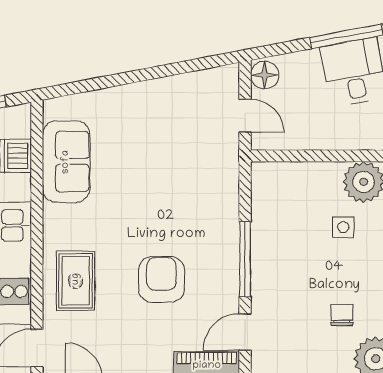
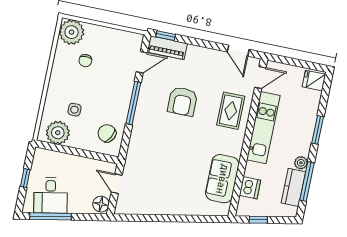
chair: (279, 198) -> (107, 133), added

